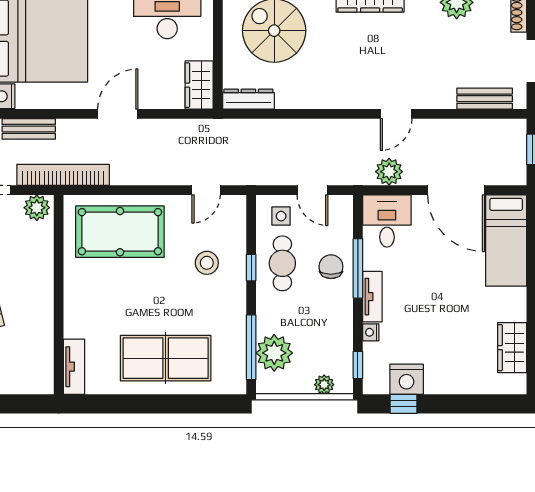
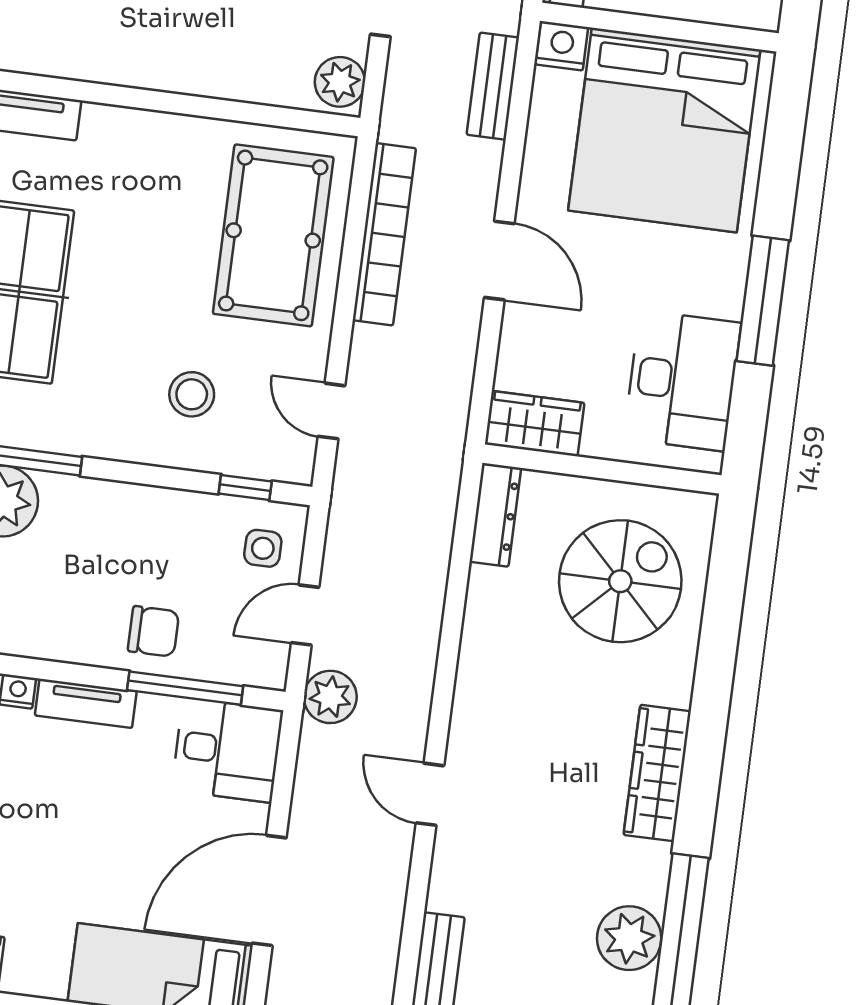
plant: (389, 172) -> (330, 697), moved
bookcase: (63, 175) -> (384, 234), moved
cafe table: (282, 263) -> (172, 539), removed
window: (251, 268) -> (245, 487), moved
window: (358, 268) -> (185, 688), moved

